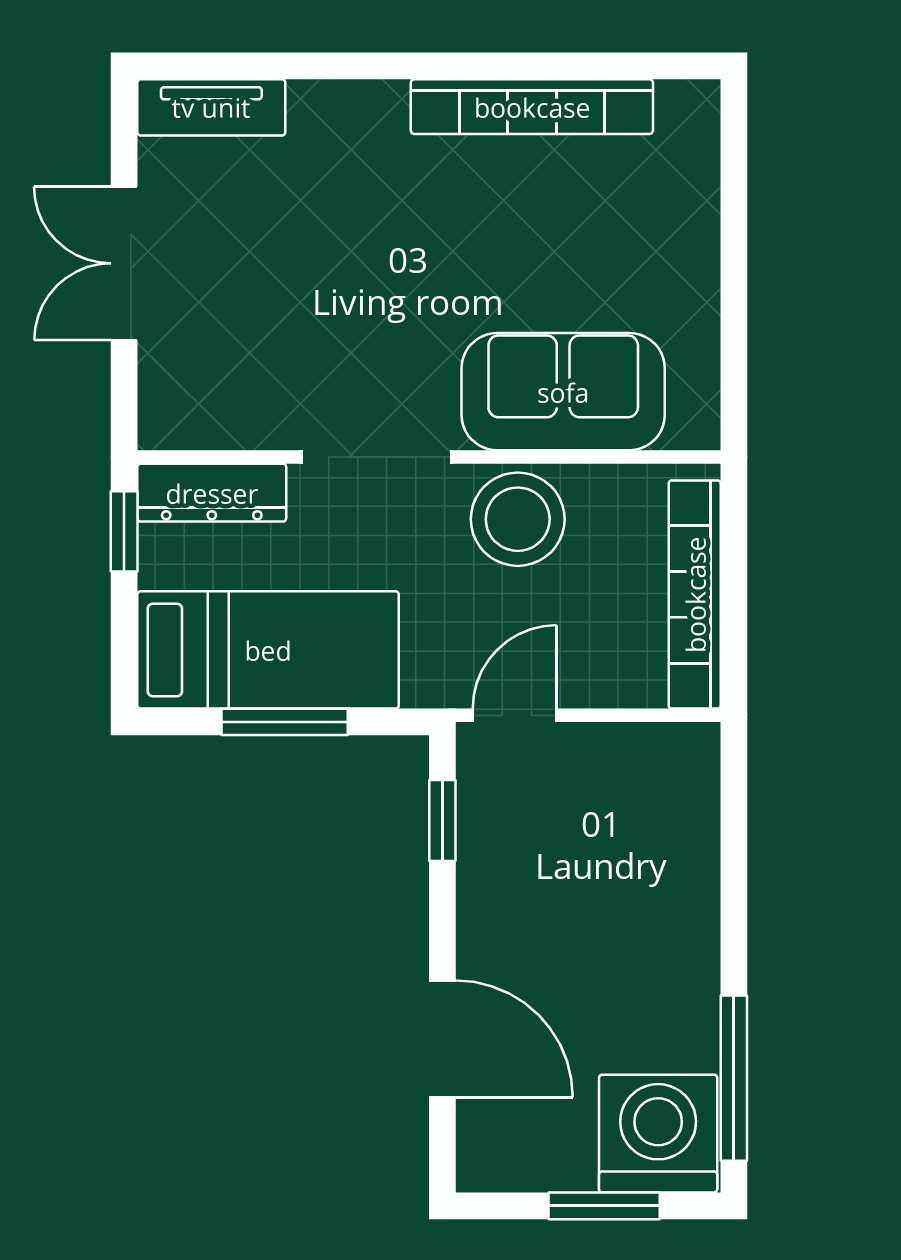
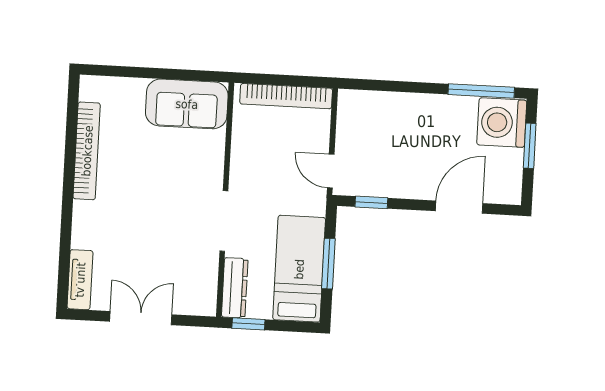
double door: (124, 263) -> (141, 318), swing flipped
sofa: (563, 392) -> (187, 104), moved, turned -90
stool: (518, 519) -> (252, 166), removed

